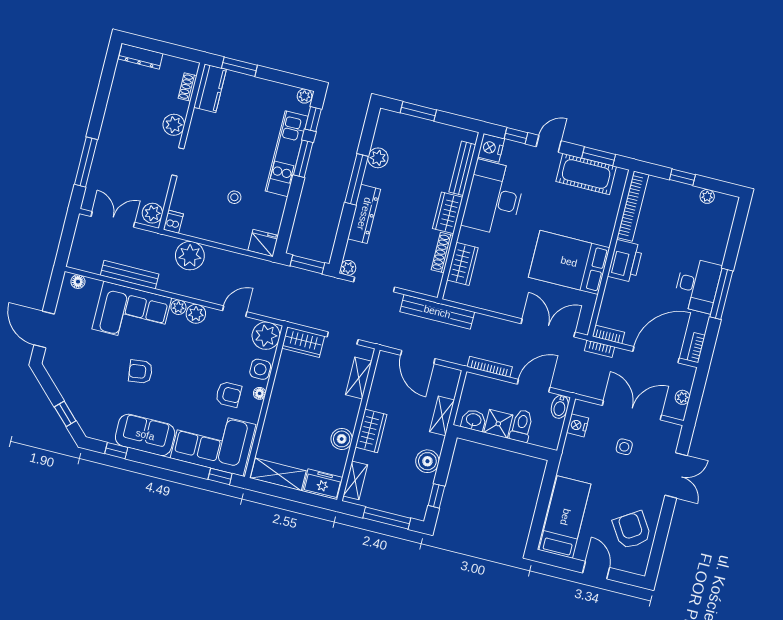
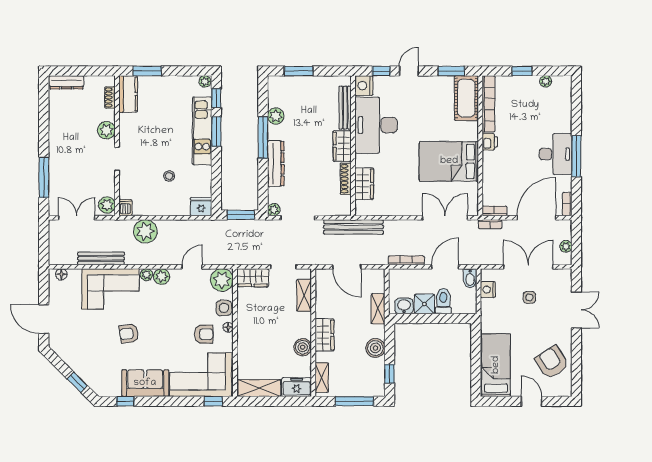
cot: (586, 174) -> (466, 98), moved, turned 90
printer: (625, 261) -> (490, 142), width x0.53, depth x0.68

